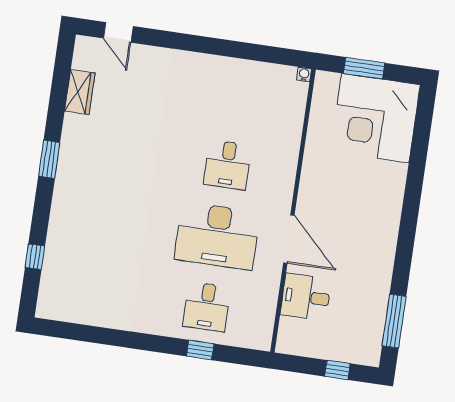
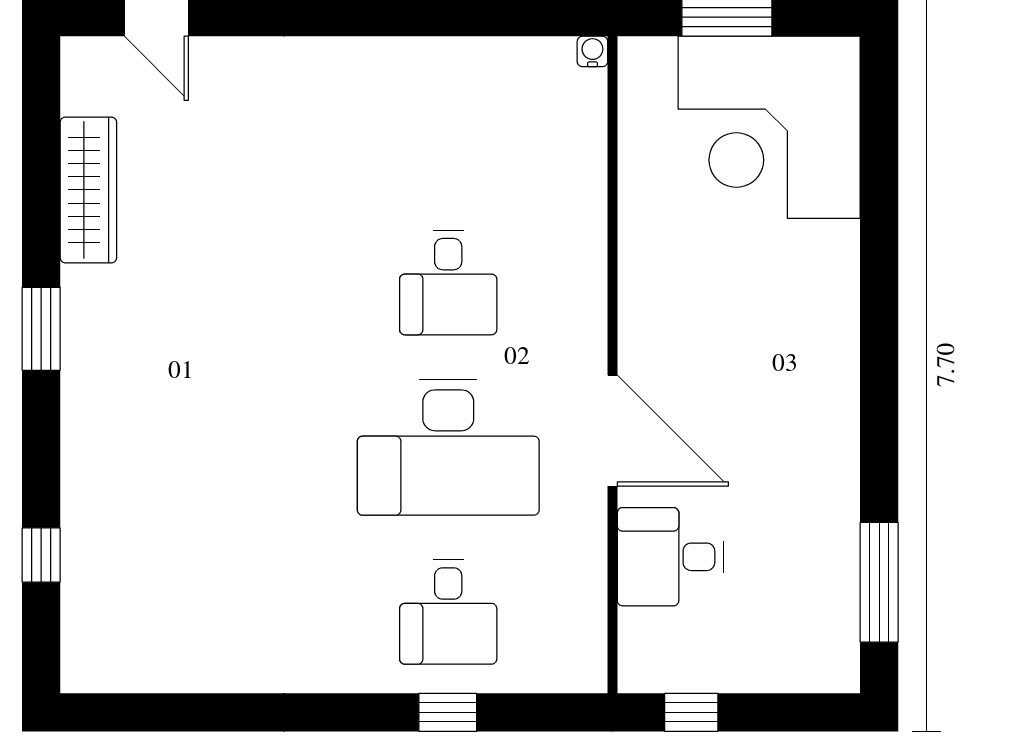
wardrobe: (80, 92) -> (88, 190), width x1.50
window: (337, 370) -> (691, 712), moved

